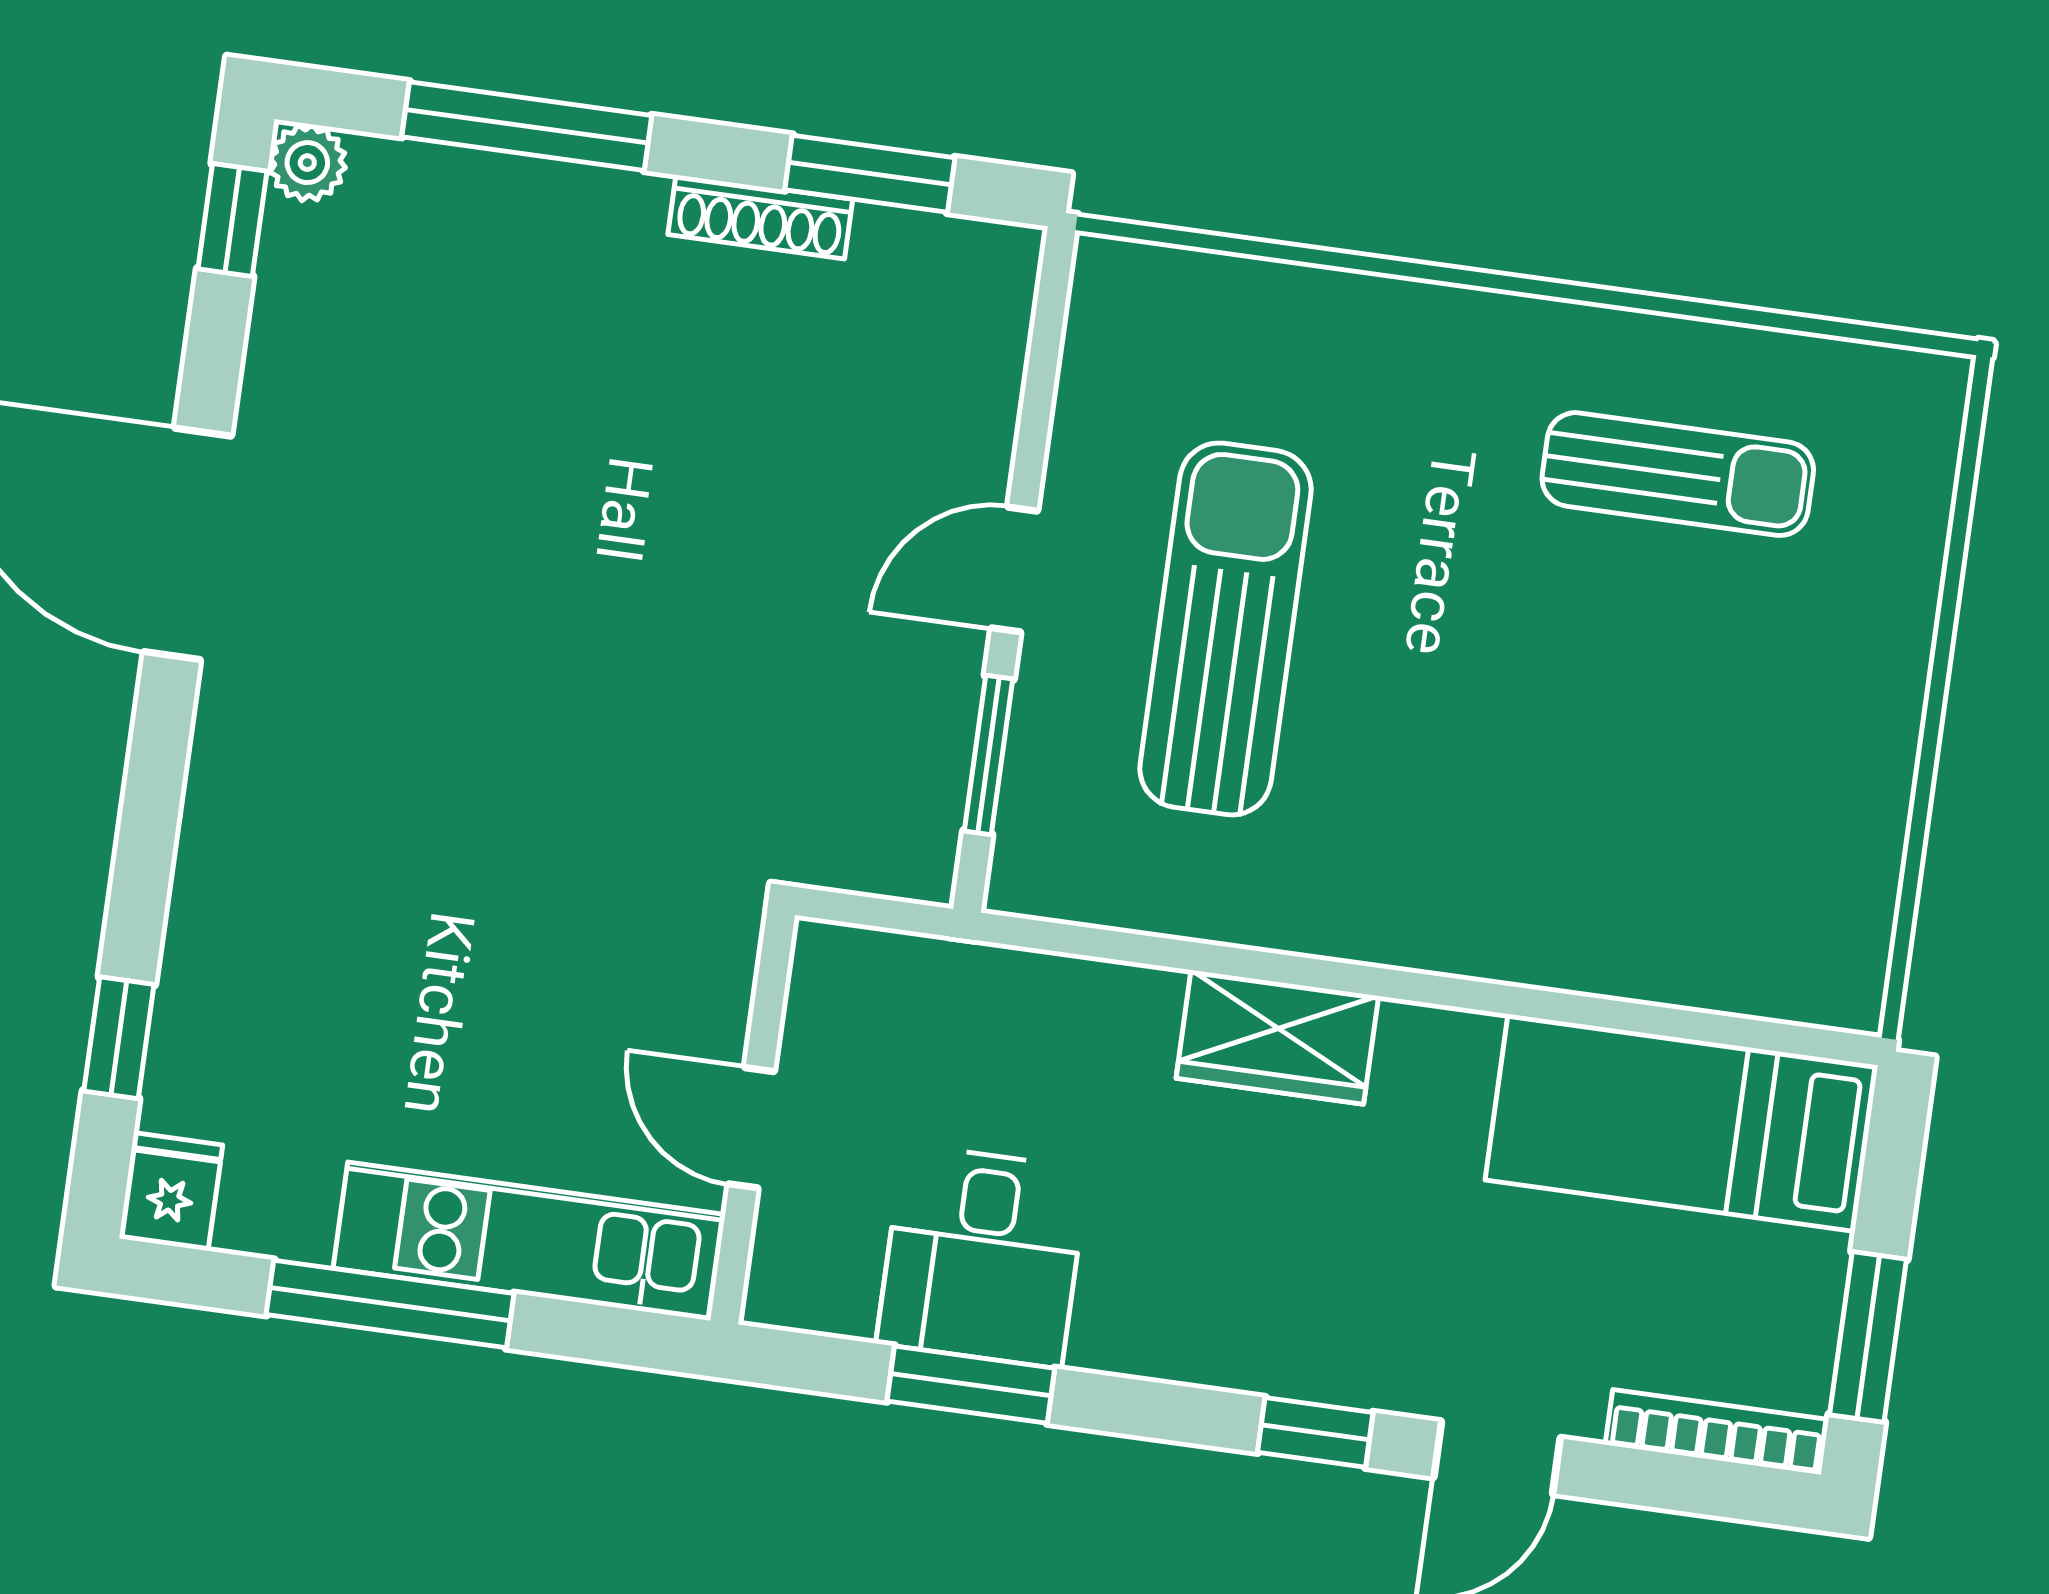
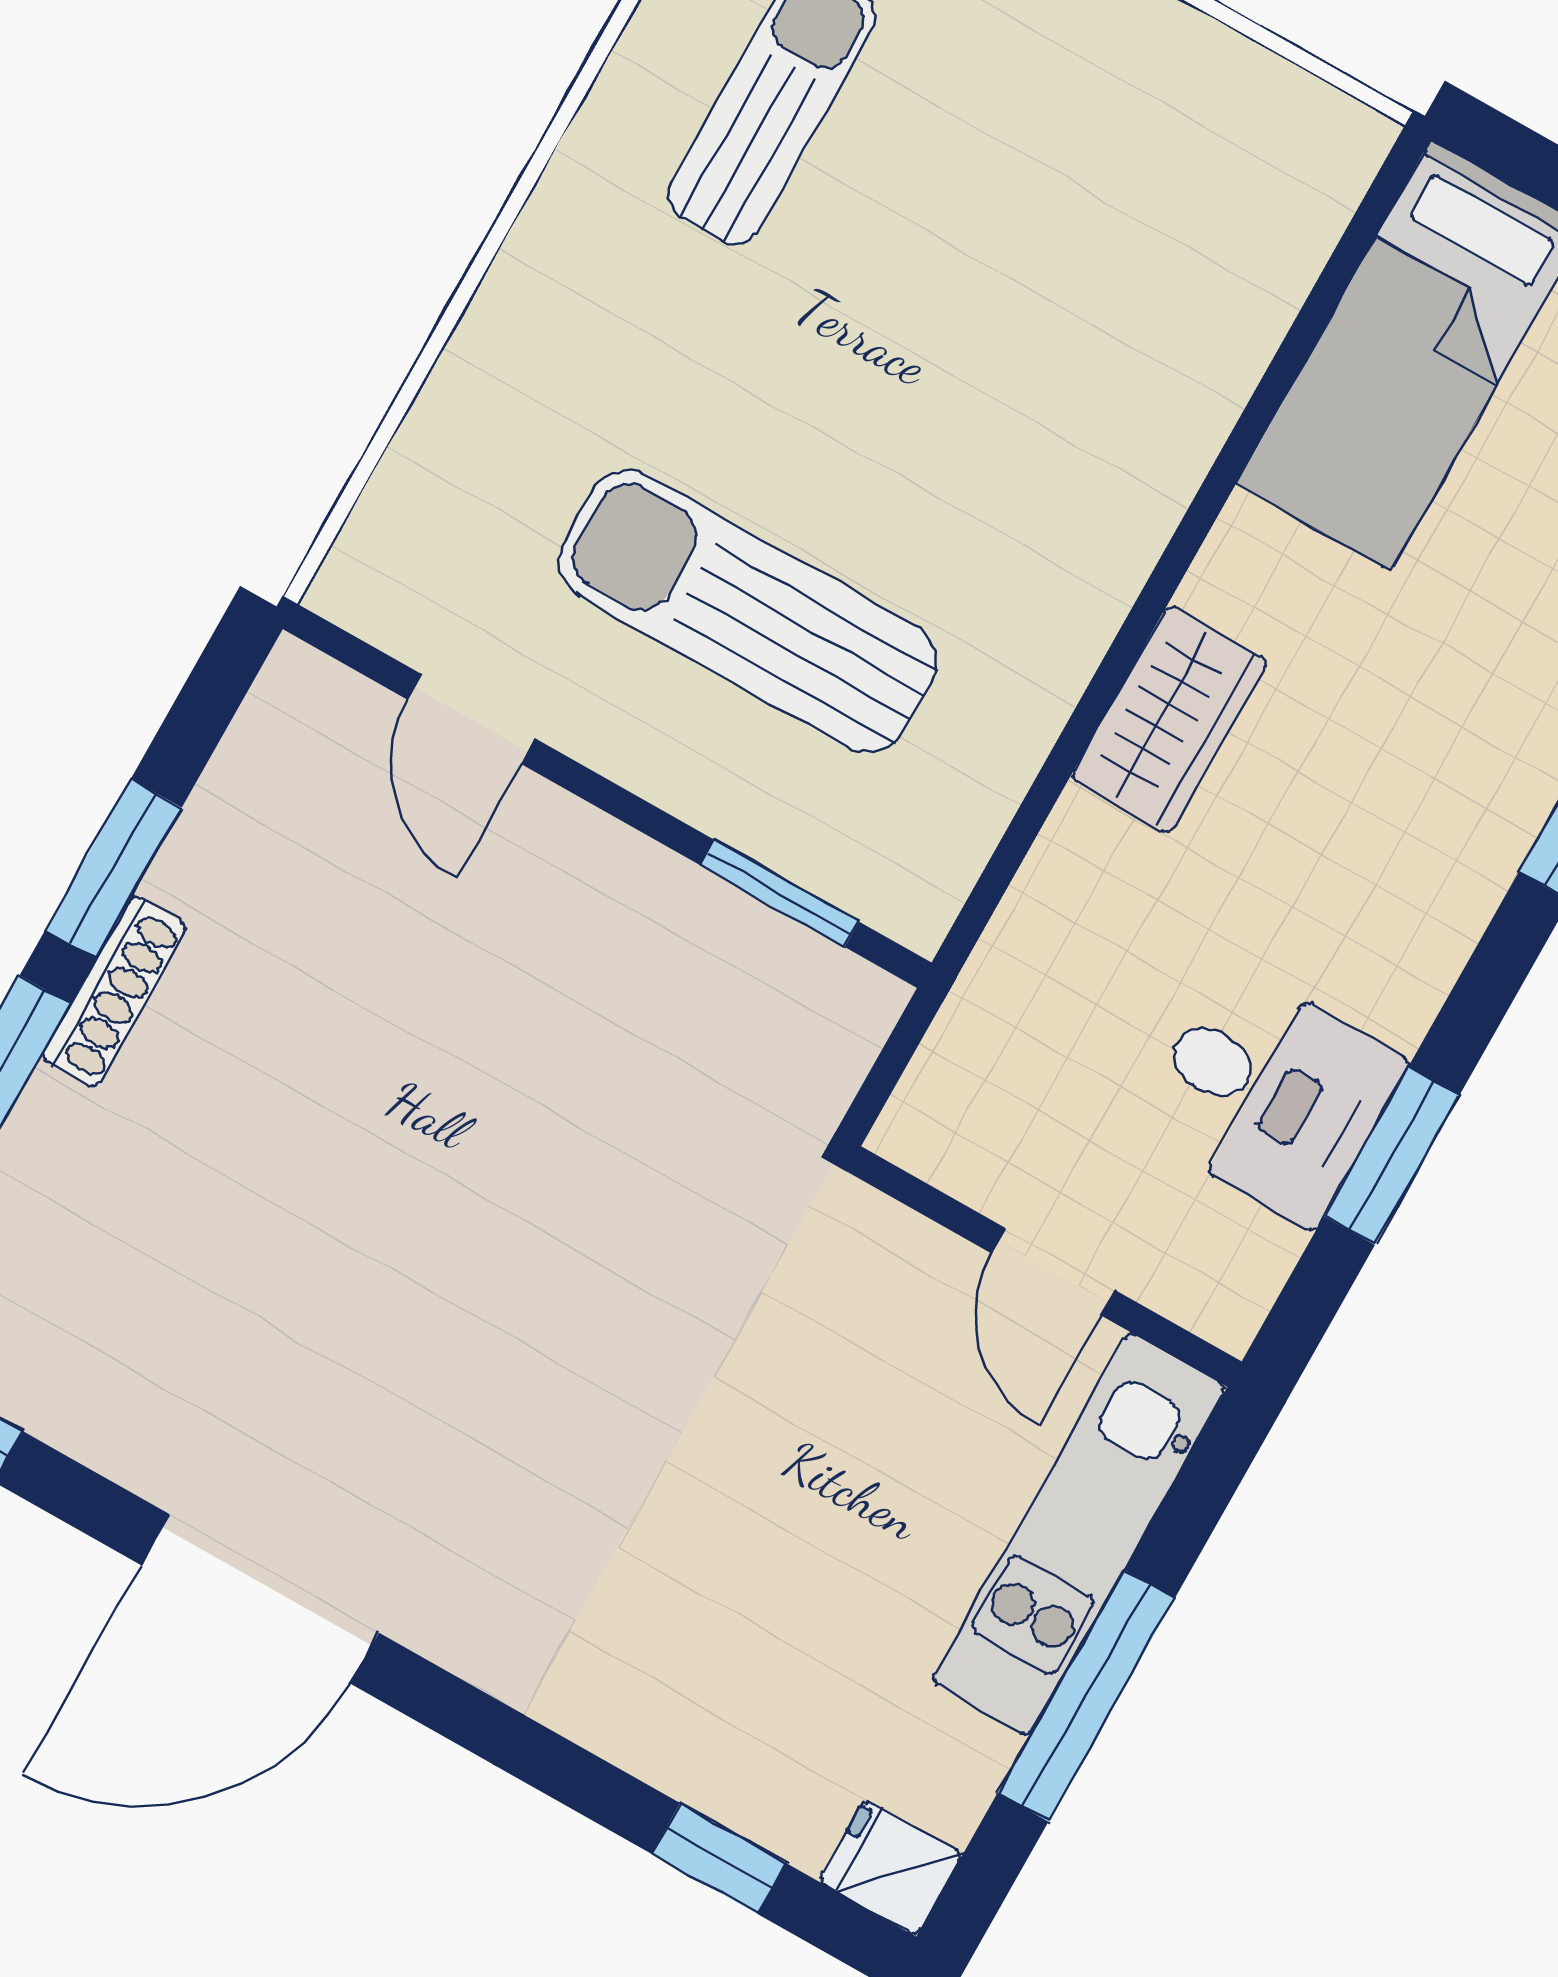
window: (870, 174) -> (114, 869), moved
shoe rack: (760, 217) -> (114, 992), moved
door: (1014, 569) -> (471, 719), moved
door: (751, 1128) -> (1054, 1272), hinge flipped

